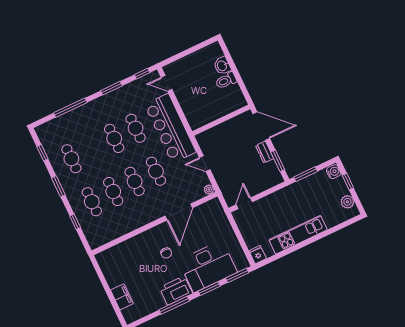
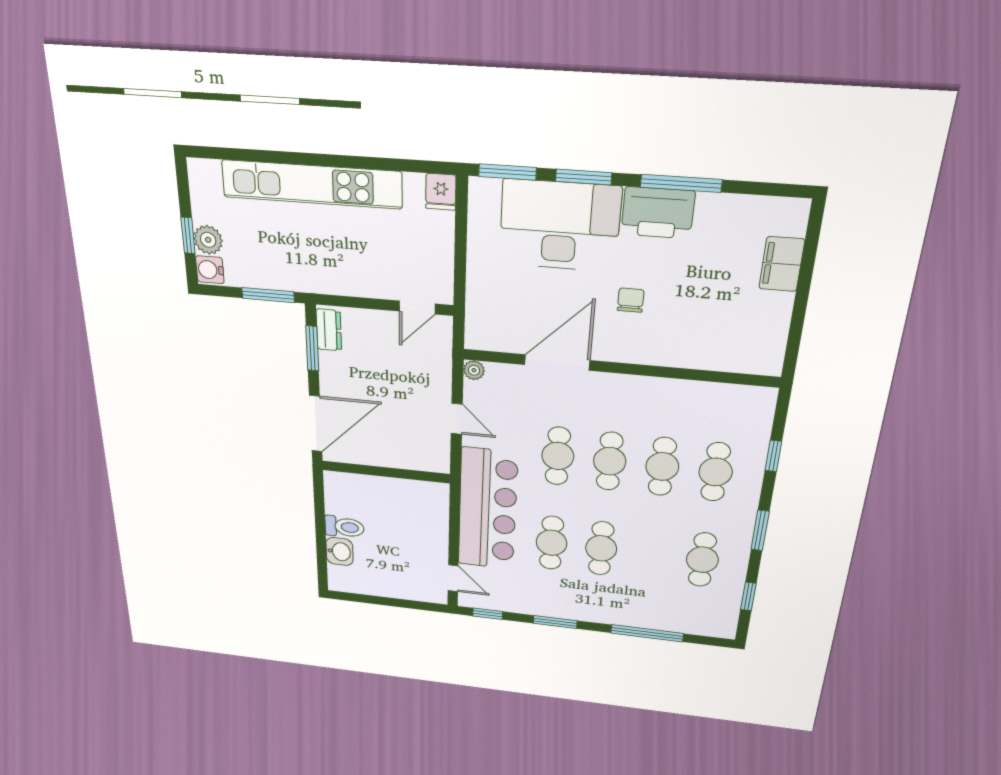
door: (261, 126) -> (316, 424), swing flipped
dresser: (265, 152) -> (329, 330), moved
plant: (347, 202) -> (208, 240), moved
kitchen unit: (298, 235) -> (312, 184), width x1.36

